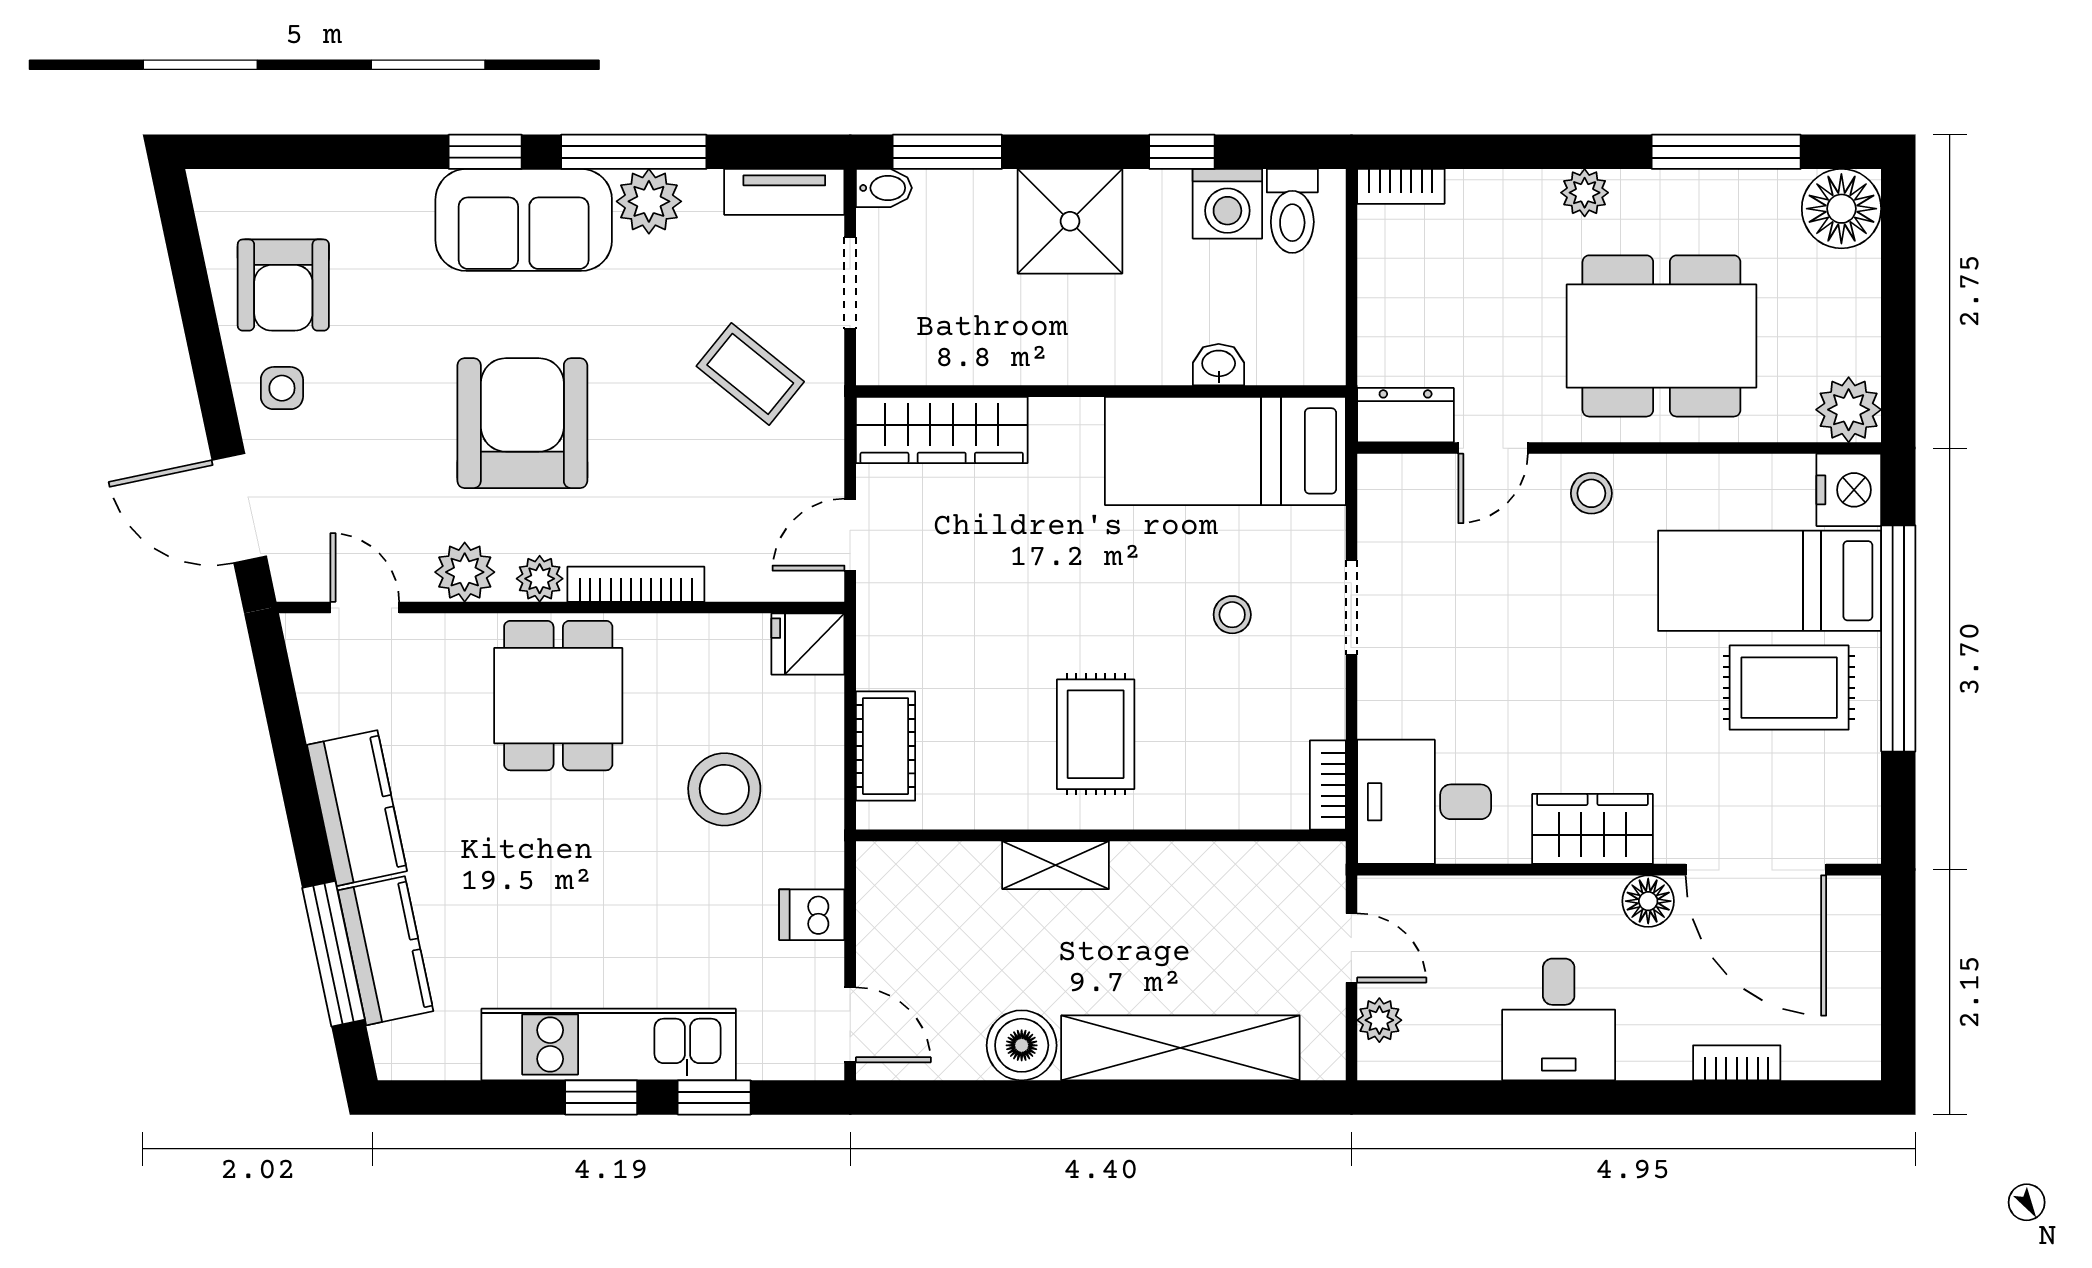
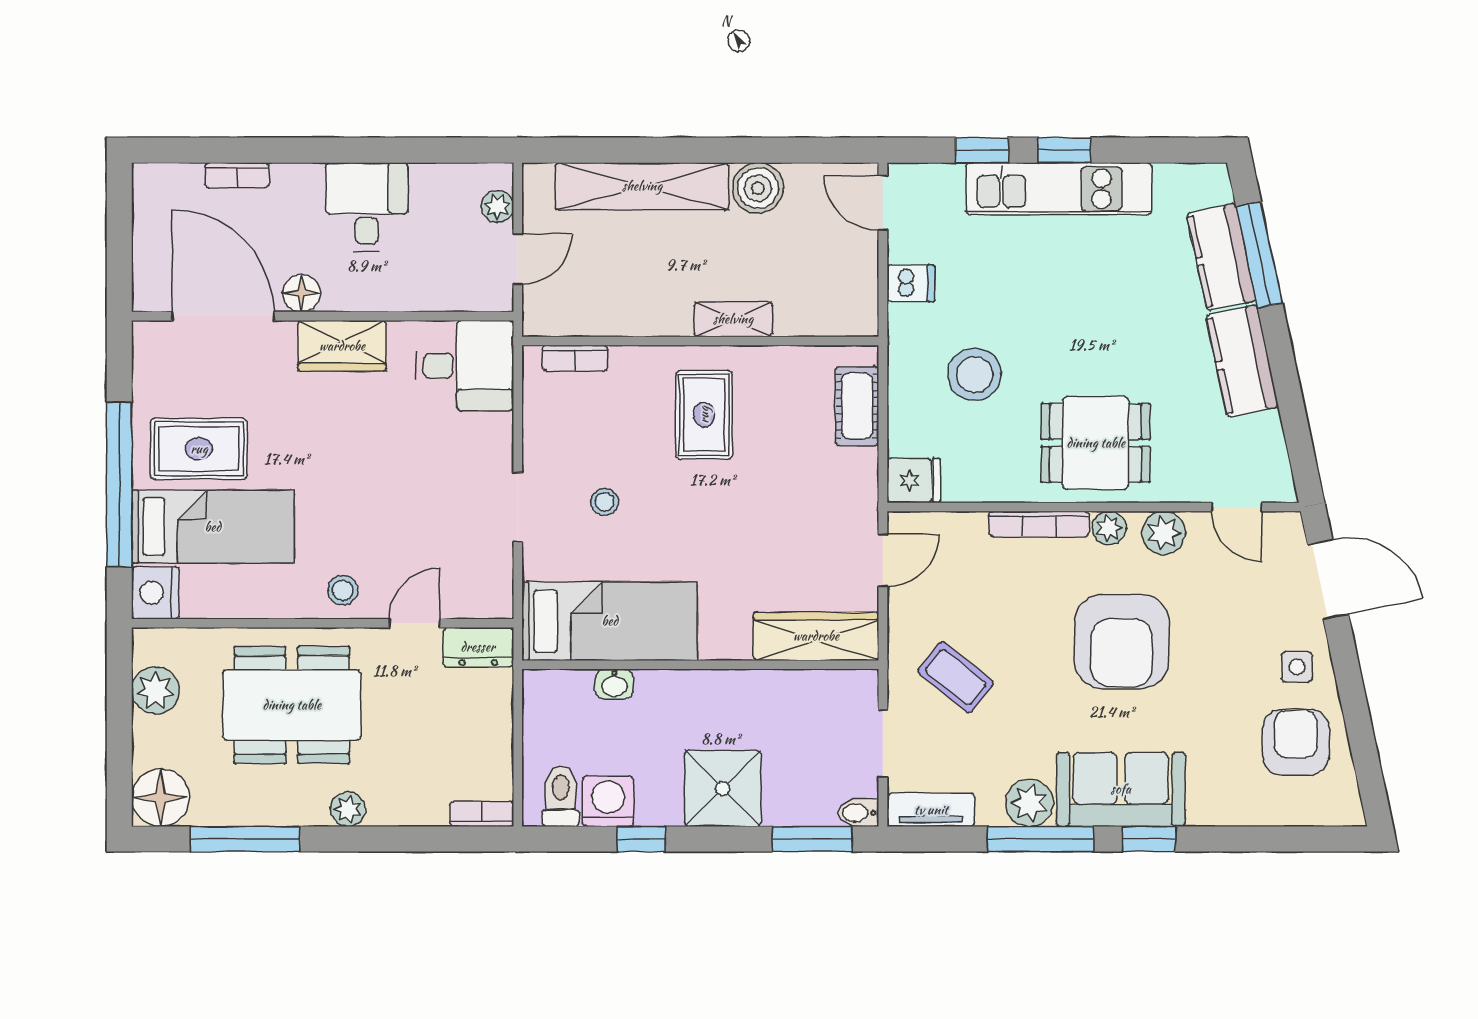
plant: (1849, 410) -> (156, 690), moved
dining table: (558, 696) -> (1096, 443), turned 90
bookcase: (1328, 785) -> (575, 358), moved, turned 90
door: (1351, 948) -> (518, 259), swing flipped

